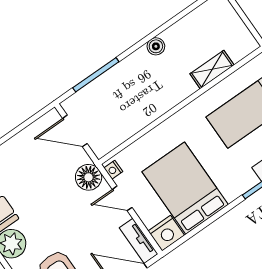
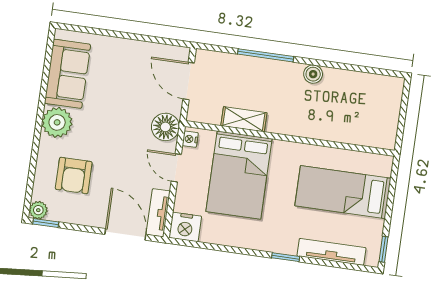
shelving: (212, 69) -> (244, 119), moved
window: (96, 75) -> (266, 55), moved
bed: (185, 188) -> (239, 175), moved, turned 180

